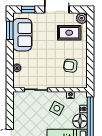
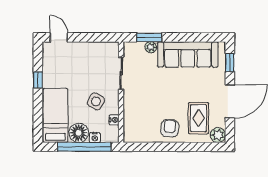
window: (10, 30) -> (149, 37), moved
sofa: (22, 35) -> (188, 55), width x1.36
armchair: (70, 66) -> (170, 128), moved

